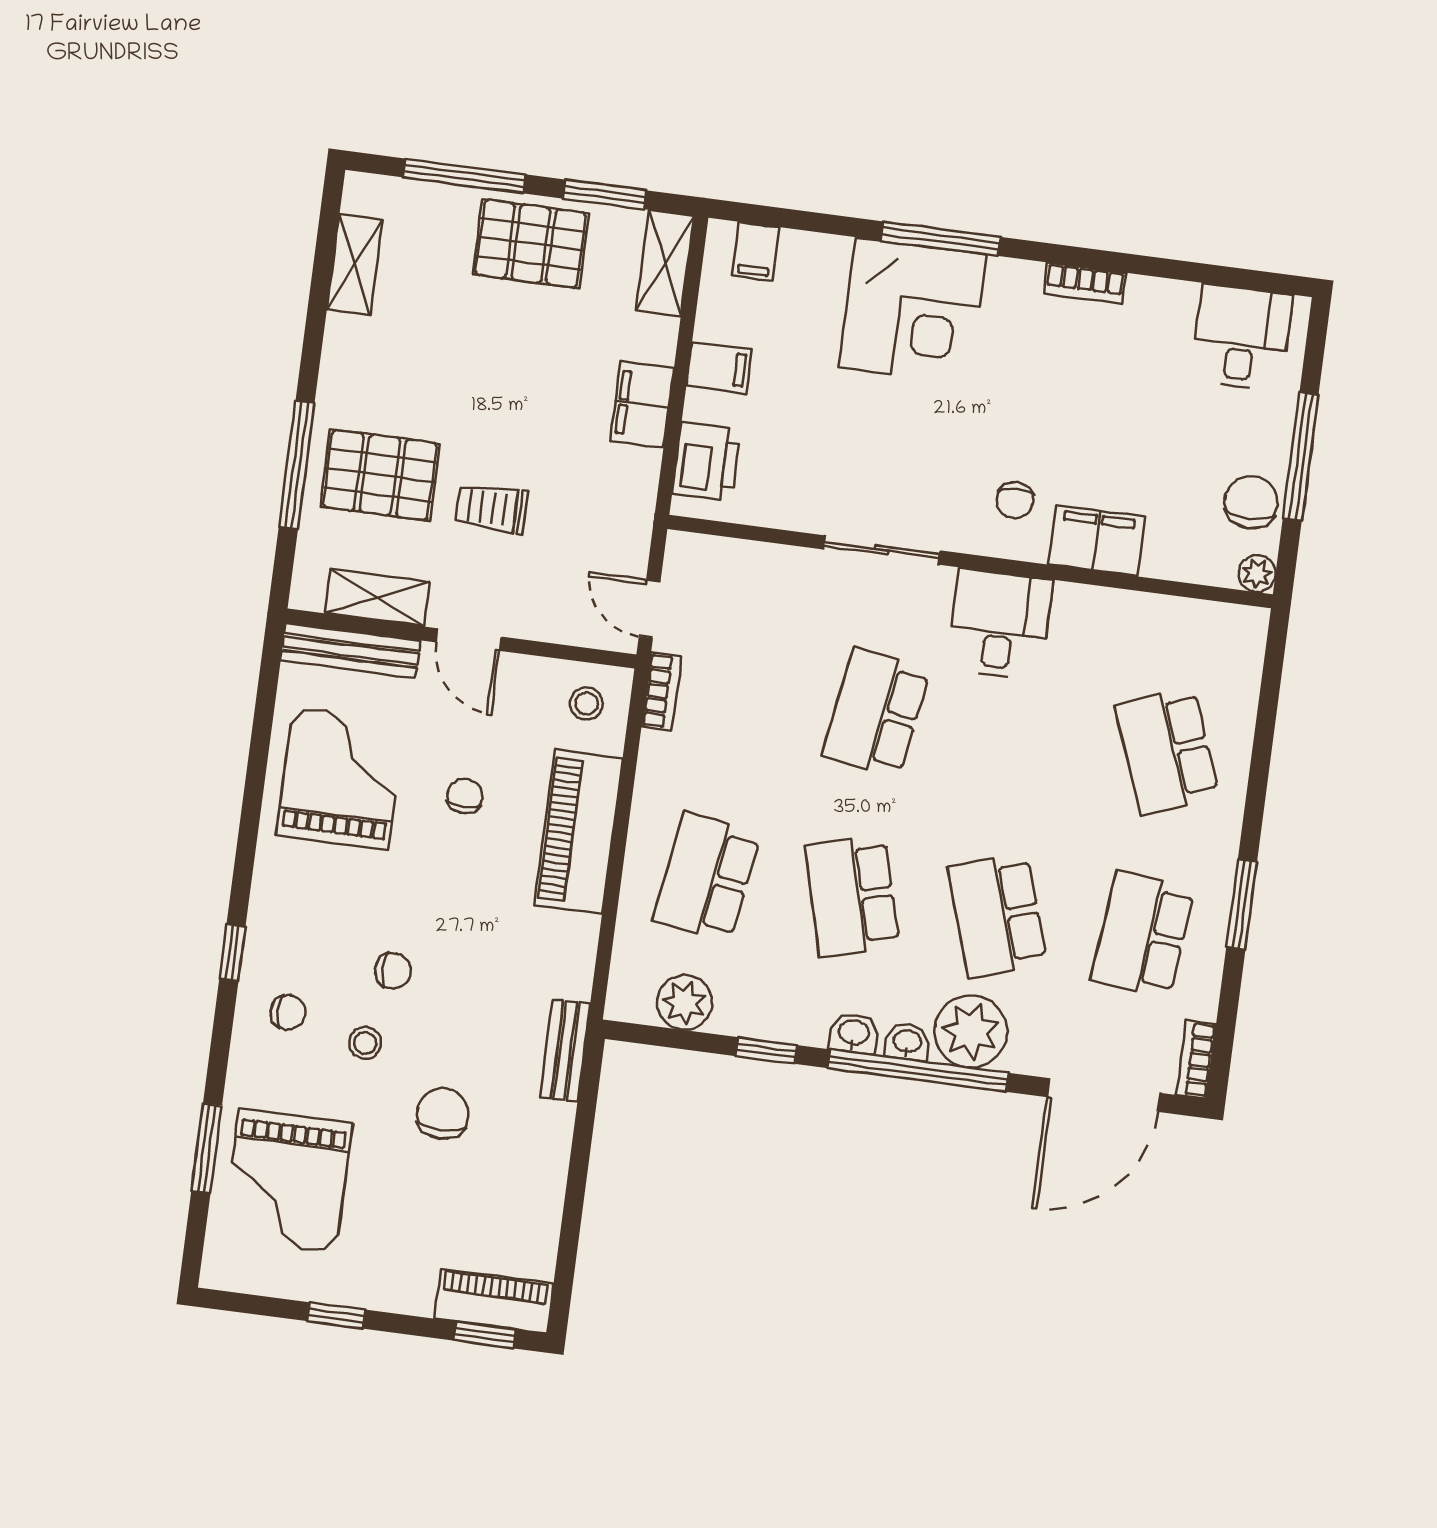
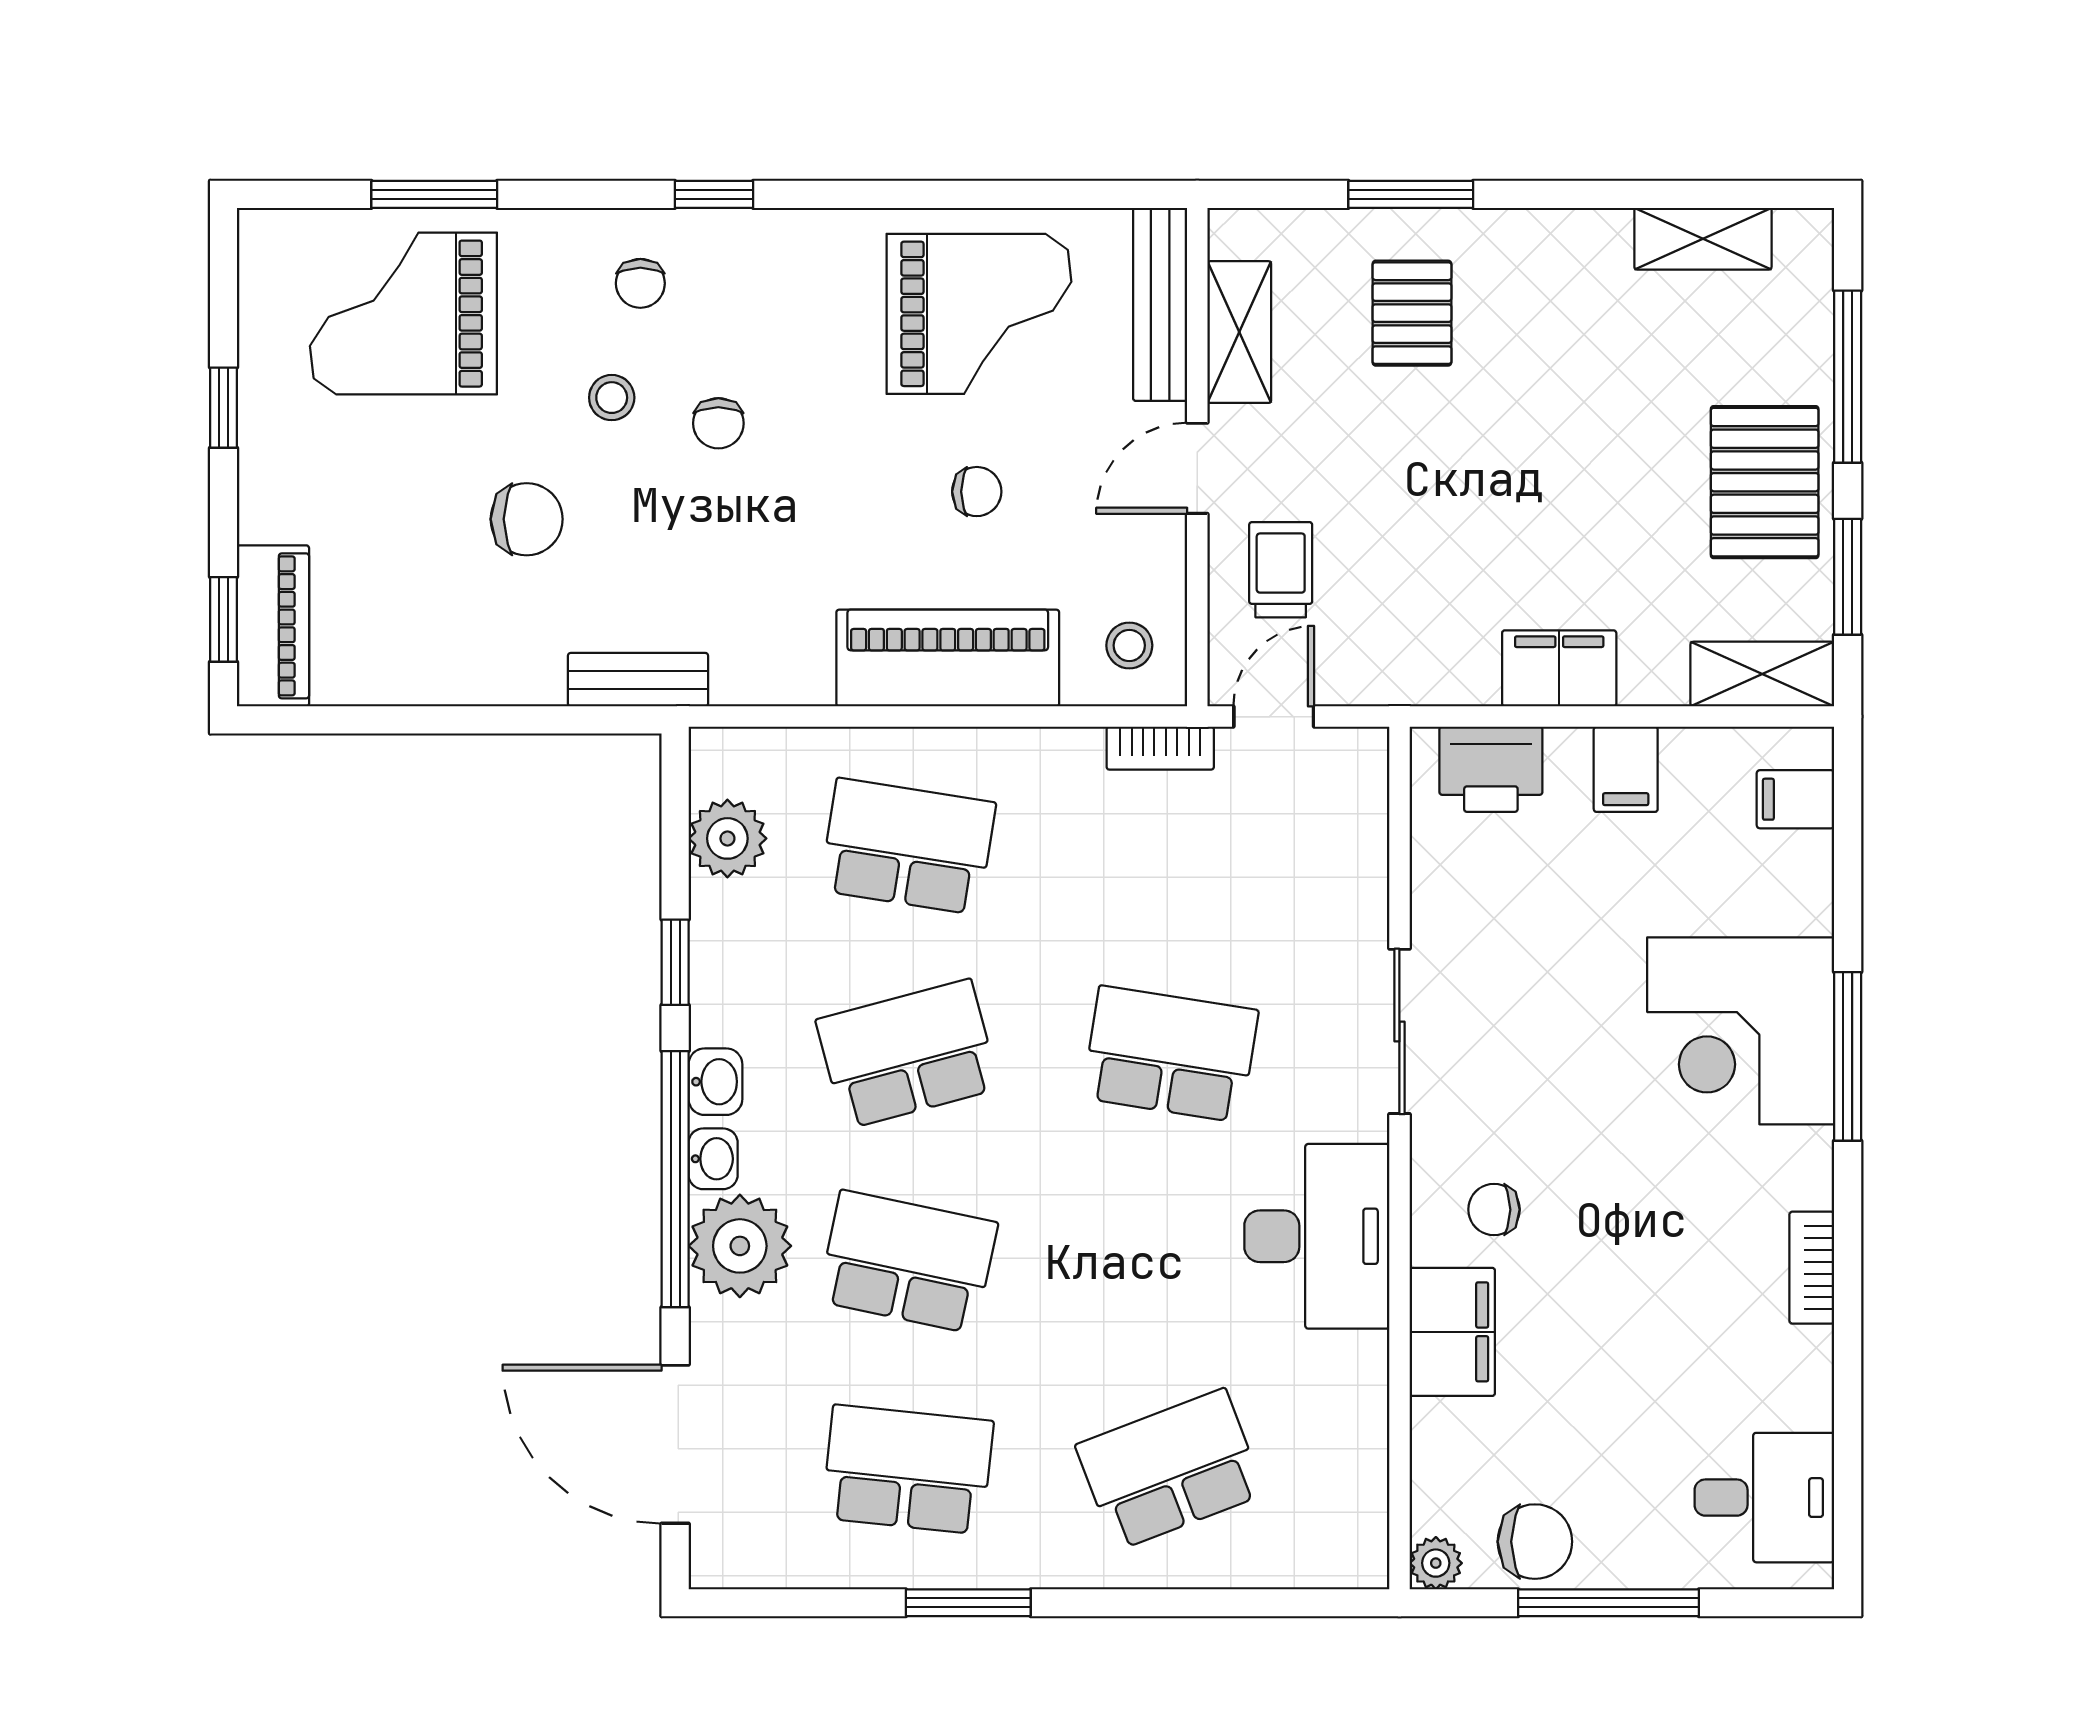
window: (297, 465) -> (1411, 194), width x0.69
pallet: (380, 475) -> (1412, 313), width x0.67, depth x0.71
trolley: (492, 508) -> (1281, 570), moved
desk: (1000, 624) -> (1317, 1236), width x1.37
school desk: (997, 915) -> (908, 1262), turned 30
bookcase: (1196, 1059) -> (742, 1568), removed

